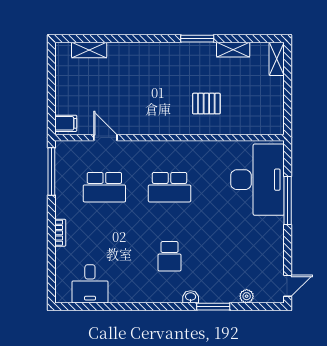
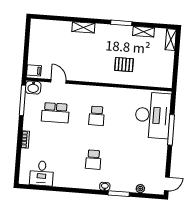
shelving: (89, 50) -> (83, 27), moved
washbasin: (67, 150) -> (33, 87), added
school desk: (170, 187) -> (97, 116), width x0.54

